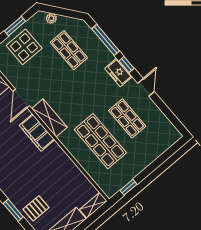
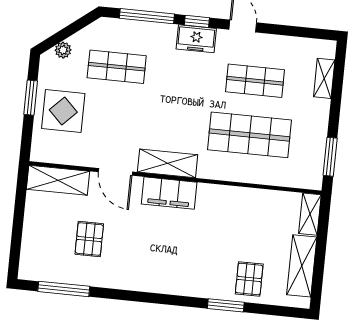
shelving: (161, 148) -> (324, 78), added
window: (128, 187) -> (330, 157), width x1.50

